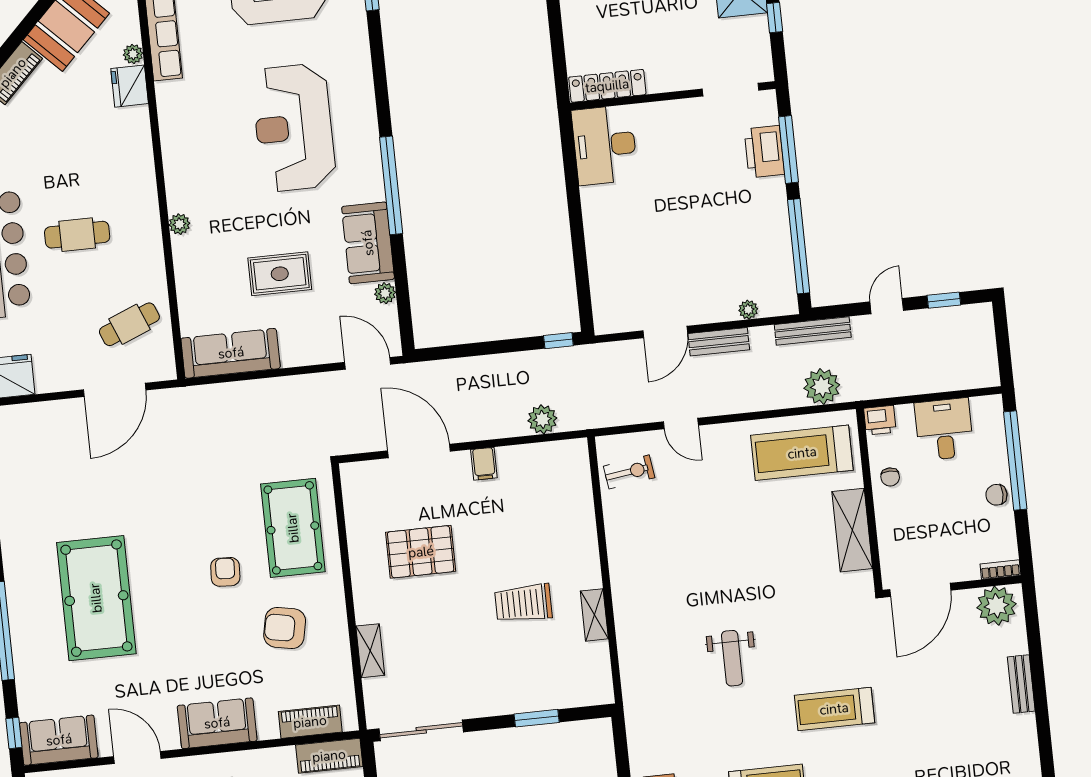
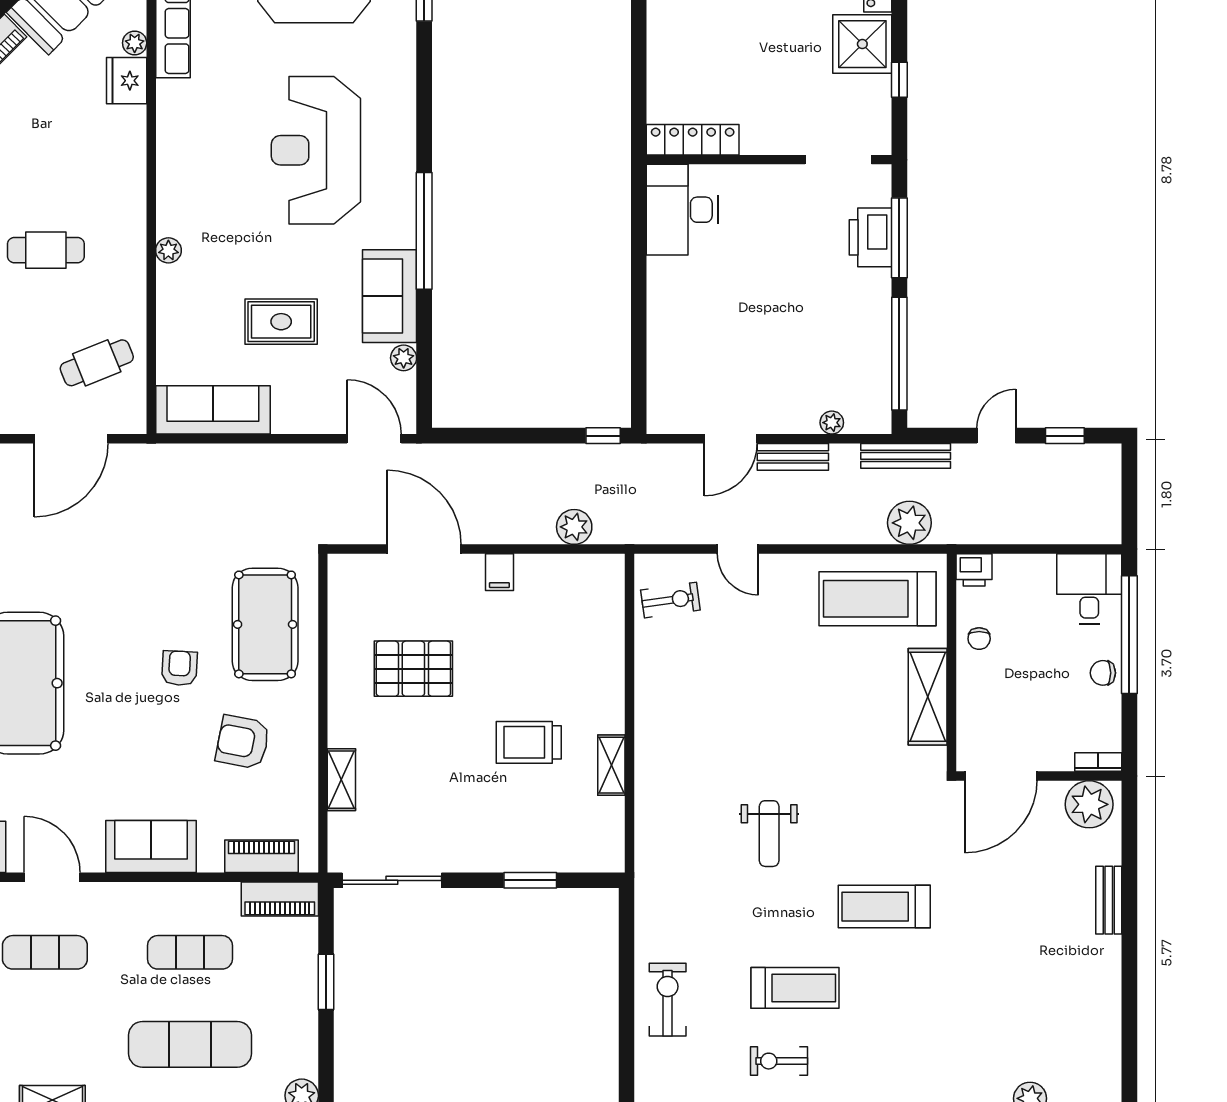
desk: (944, 429) -> (1089, 589), moved

